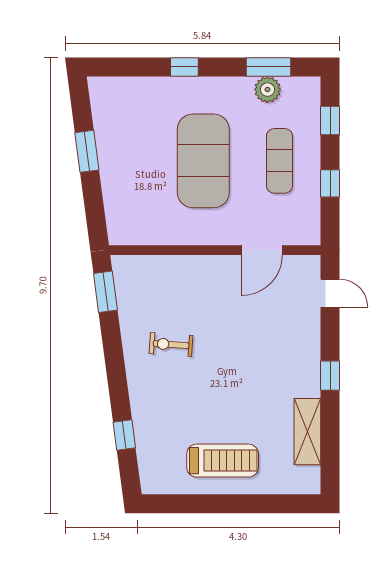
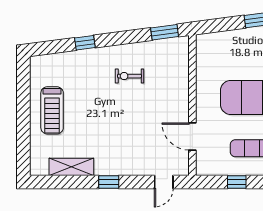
exercise bike: (171, 344) -> (129, 76), turned -94
window: (124, 435) -> (85, 43), moved

